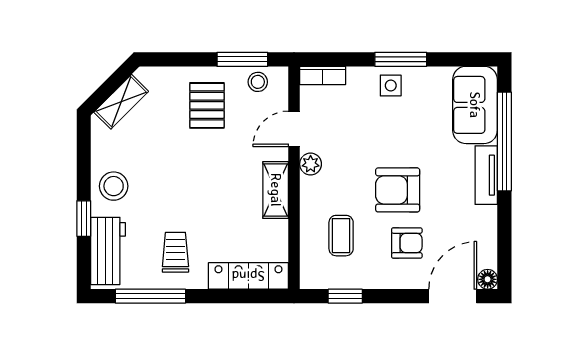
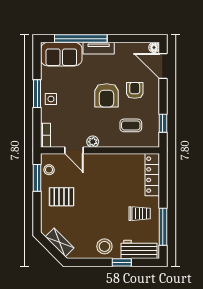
shelving: (276, 190) -> (107, 160), removed
trolley: (175, 252) -> (140, 214), turned 180

